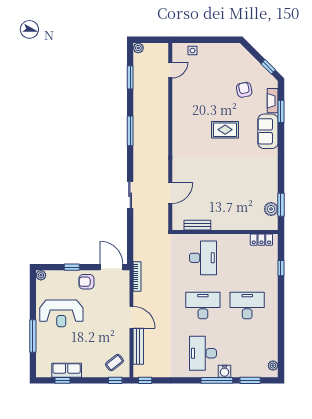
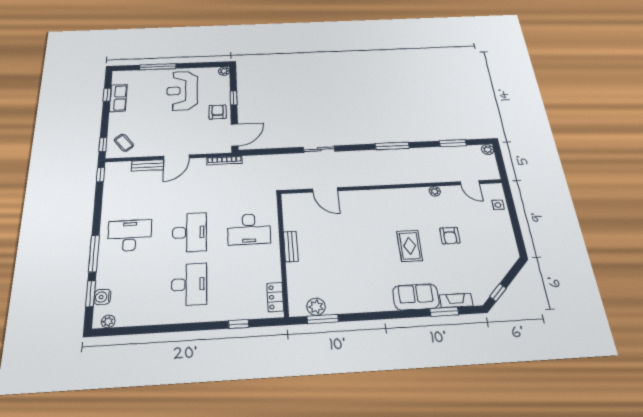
armchair: (244, 90) -> (450, 236), moved, turned 101
plant: (177, 101) -> (435, 191), added
bench: (197, 225) -> (291, 246), moved
bench: (138, 346) -> (148, 165), width x0.73
water cooler: (225, 371) -> (102, 297), moved

